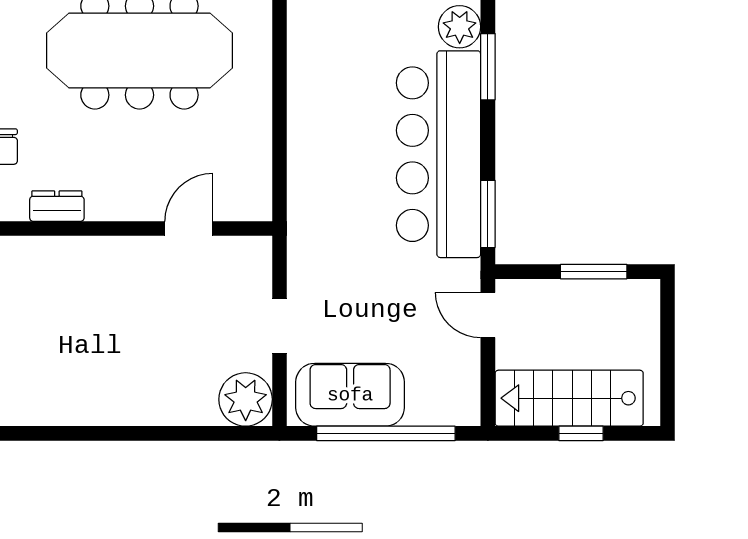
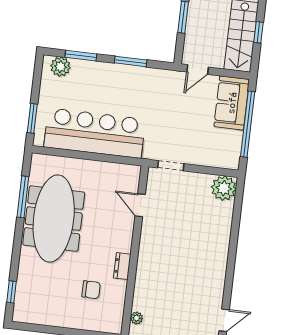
bar counter: (439, 154) -> (95, 133), moved, turned 180
window: (488, 214) -> (131, 61), moved
doorway: (279, 326) -> (171, 166), moved
sofa: (350, 395) -> (232, 103), moved

